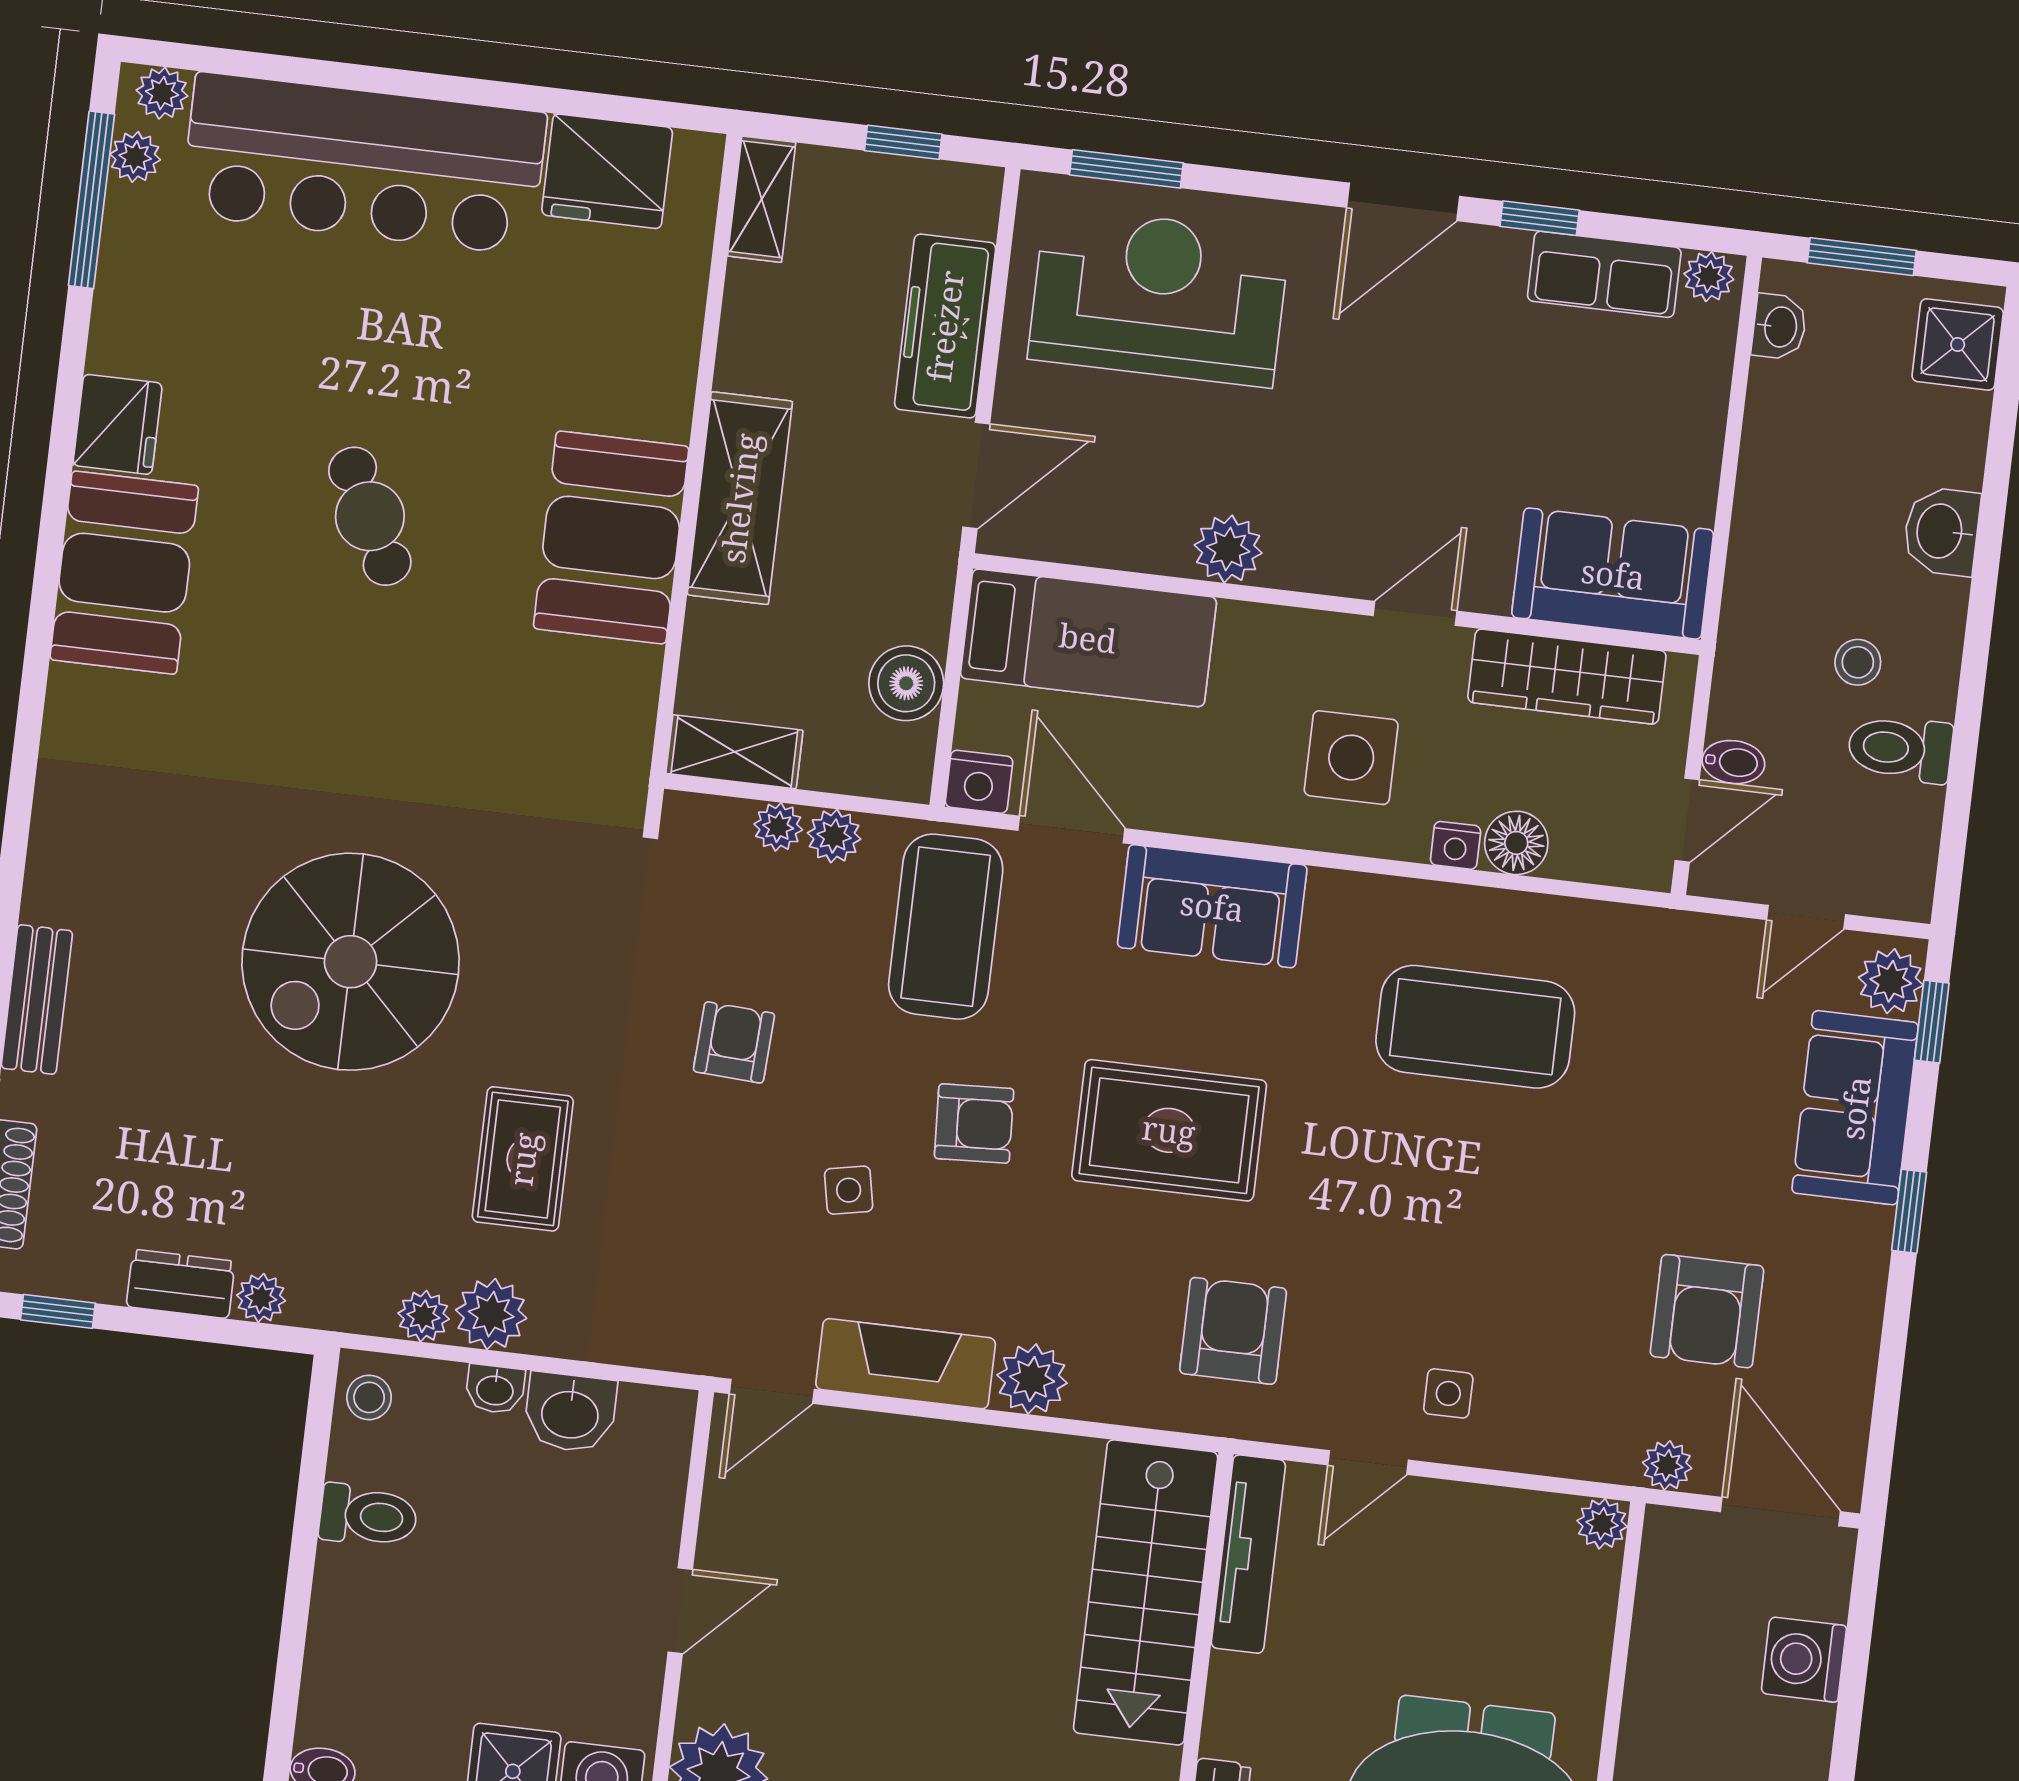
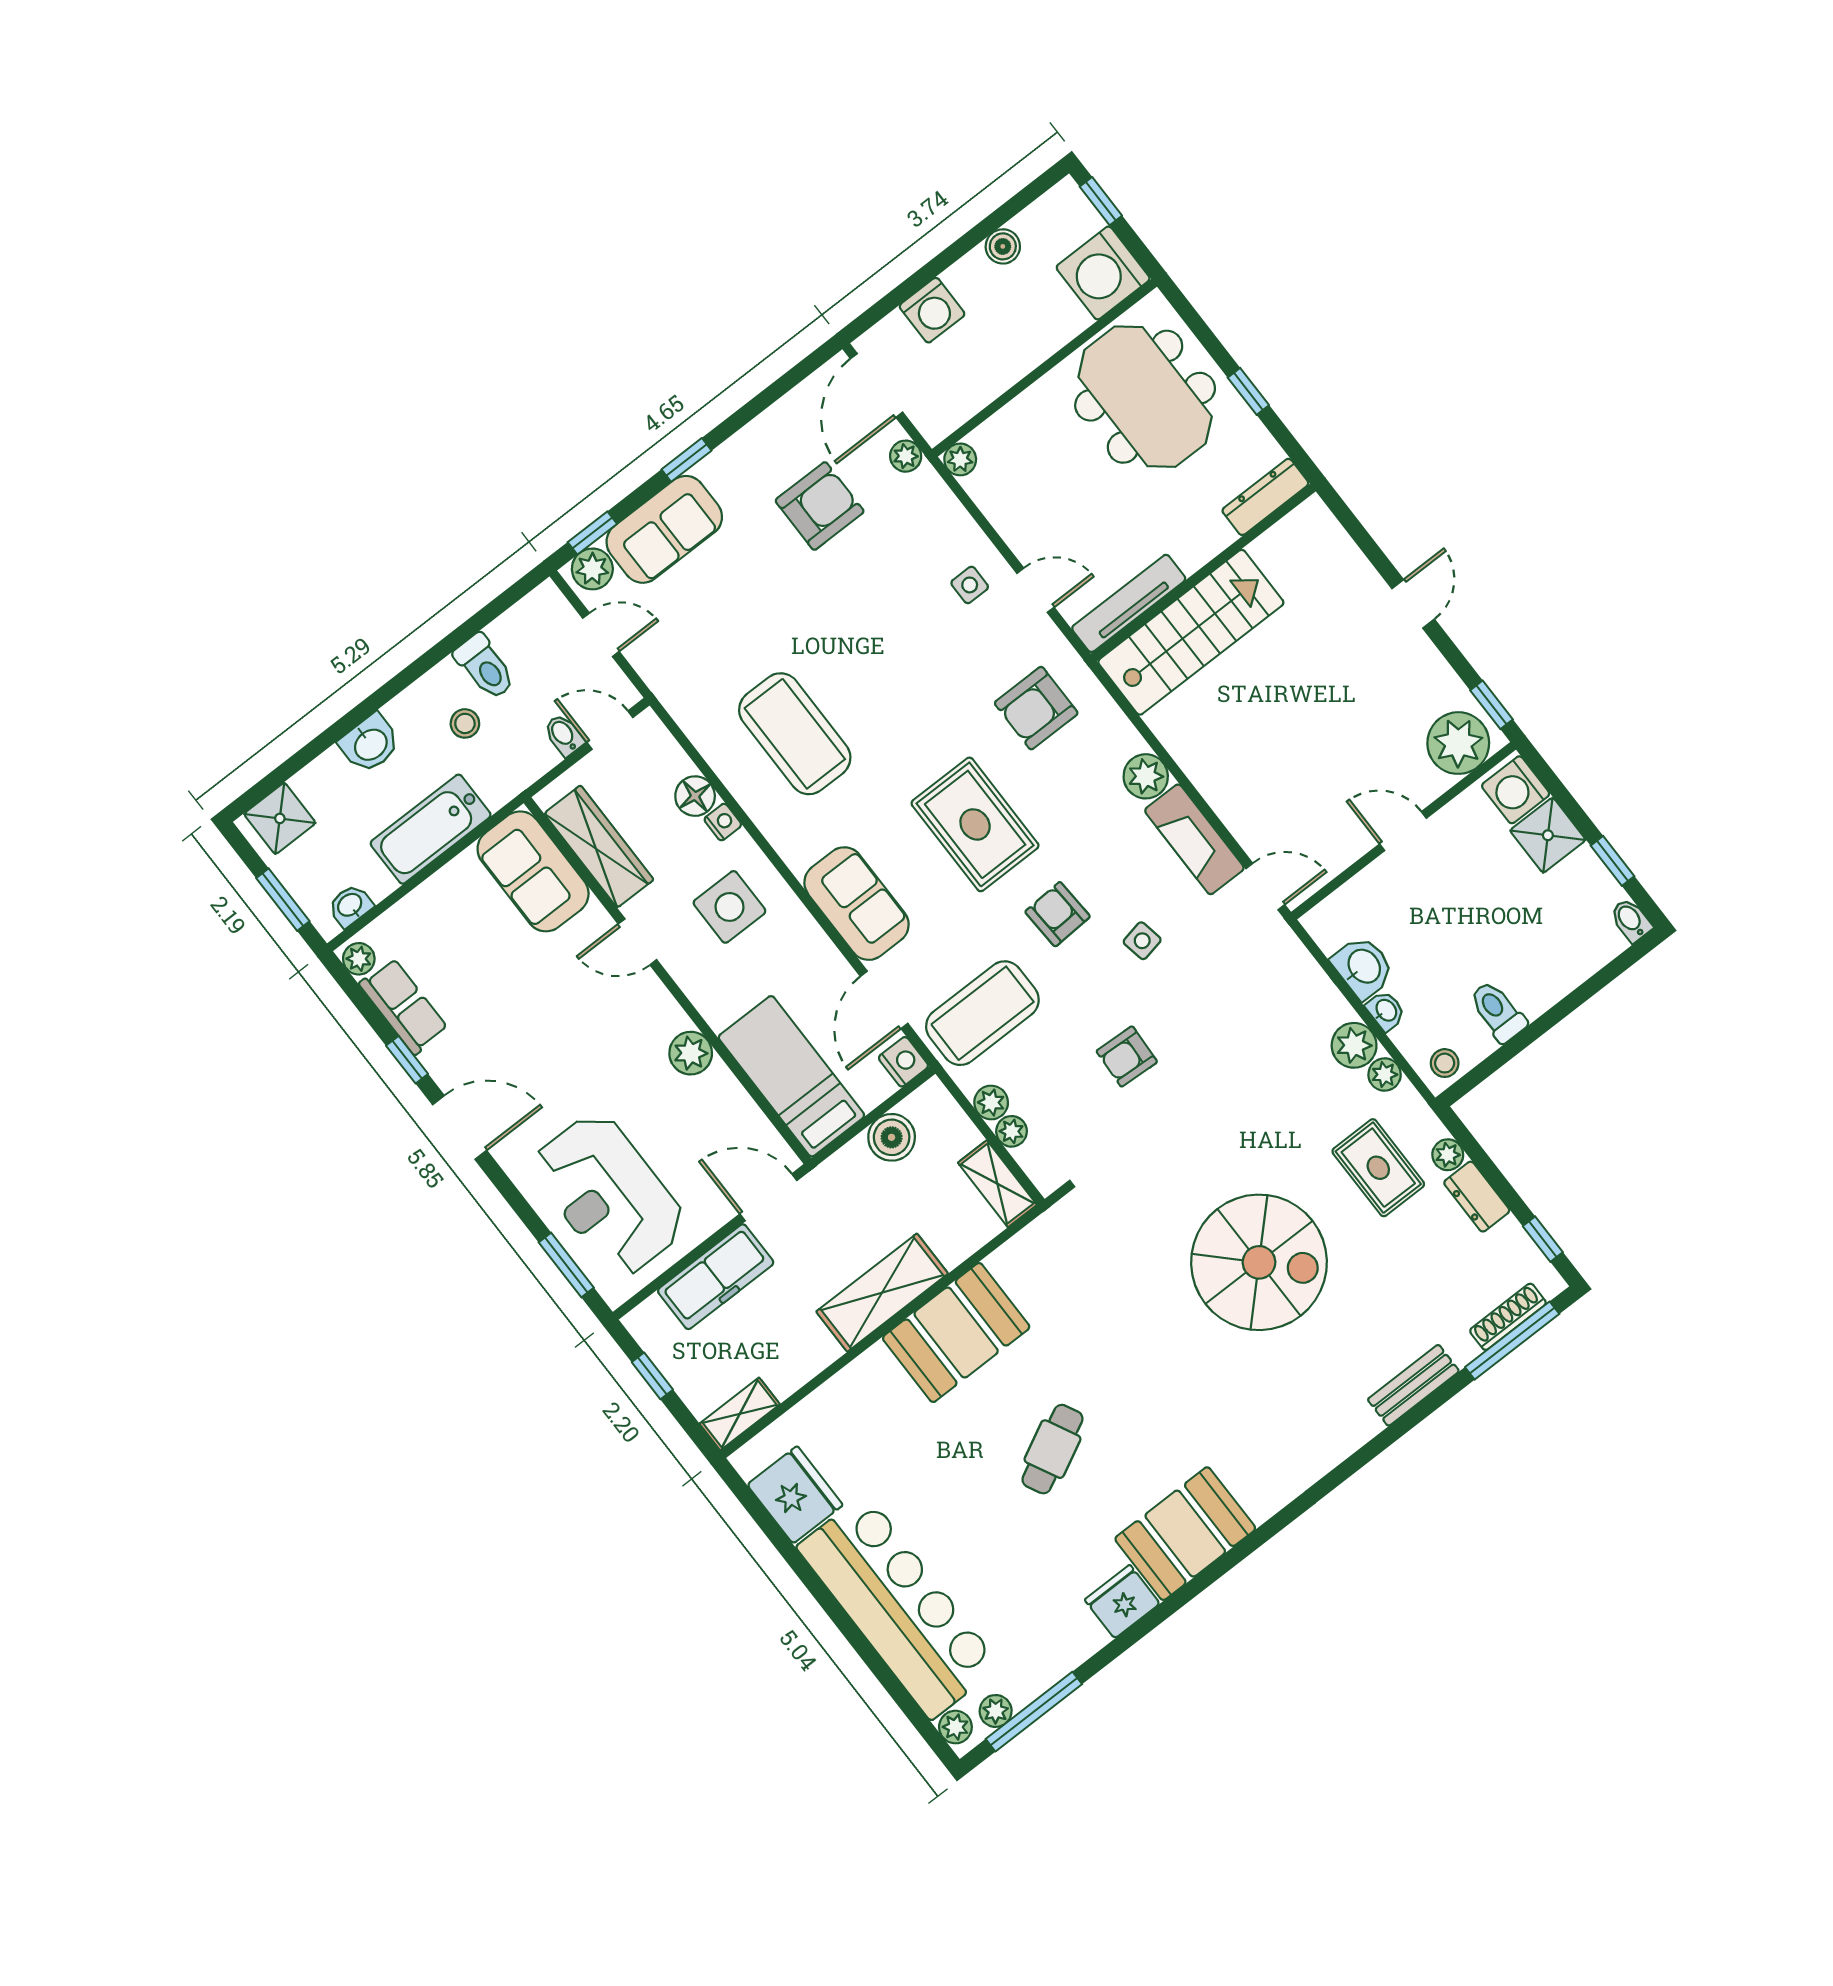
bathtub: (1776, 504) -> (431, 829), added
rug: (523, 1159) -> (1378, 1168), moved, turned 90

